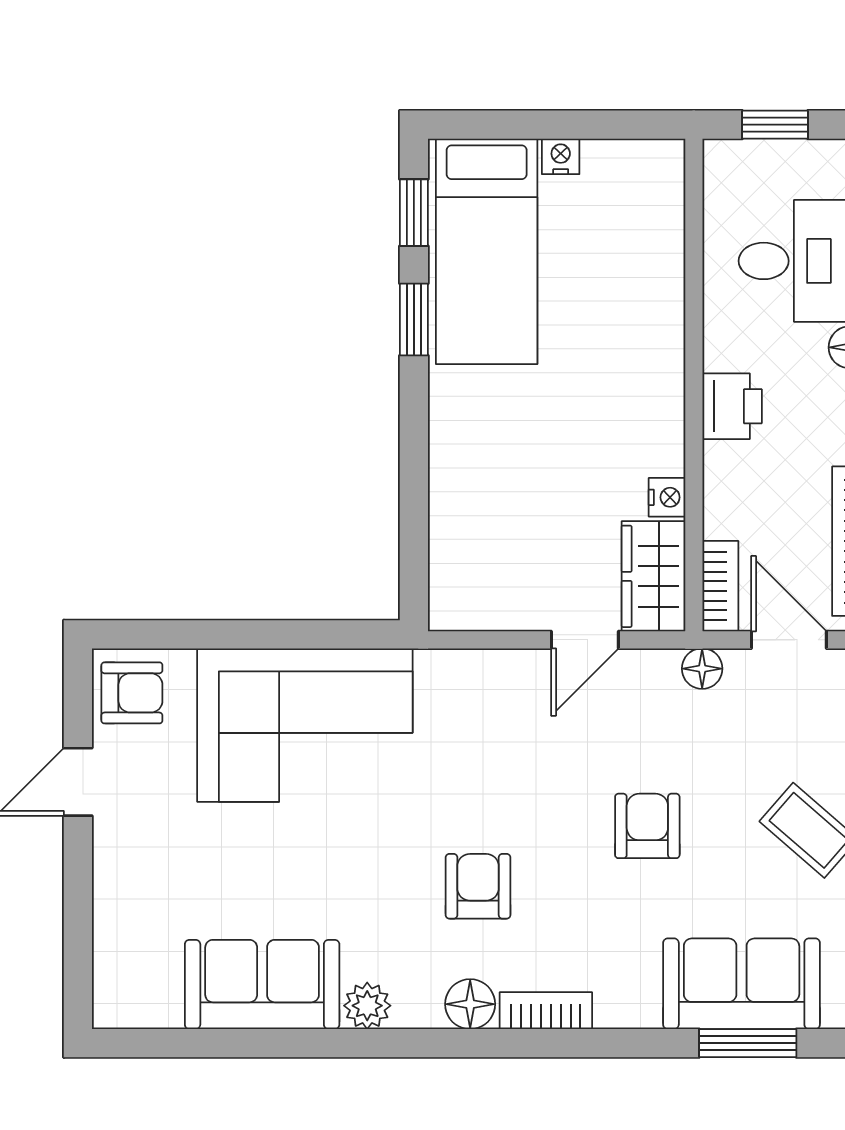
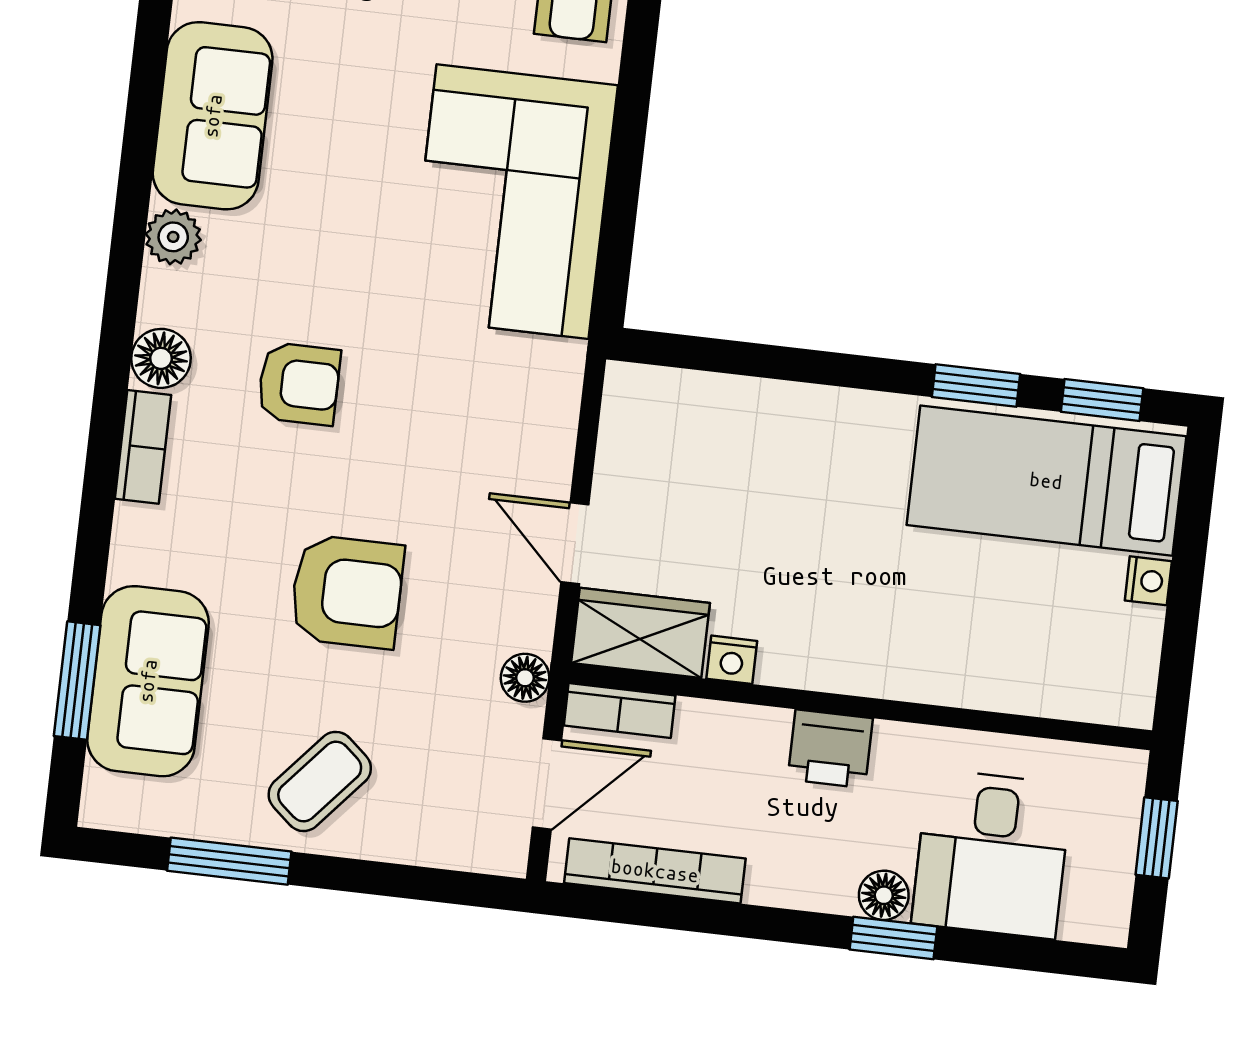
armchair: (647, 826) -> (347, 592), width x1.38, depth x1.38

